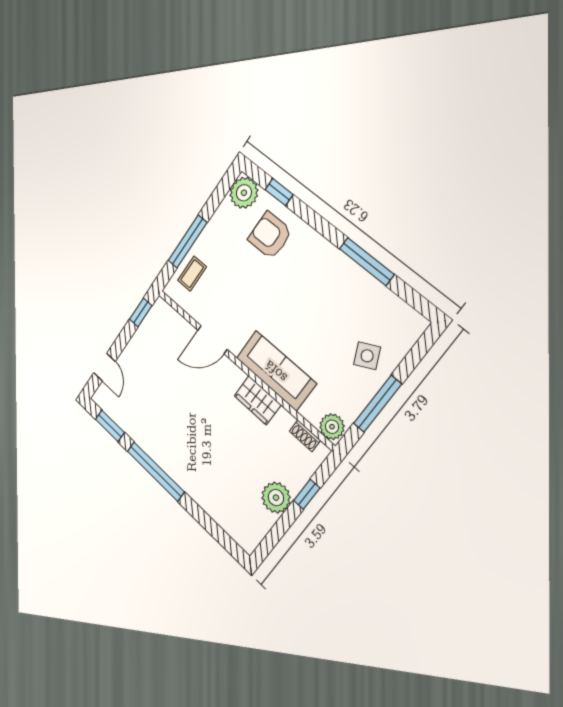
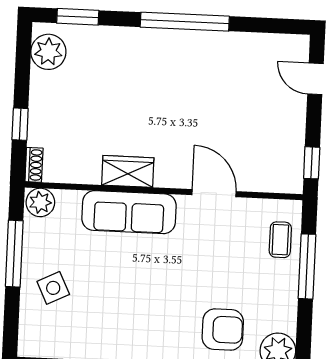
door: (212, 340) -> (214, 193), hinge flipped
window: (110, 426) -> (78, 17), moved
shoe rack: (305, 436) -> (34, 165), moved, turned 90
plant: (276, 498) -> (48, 52), moved

